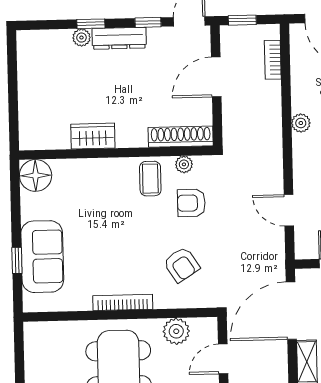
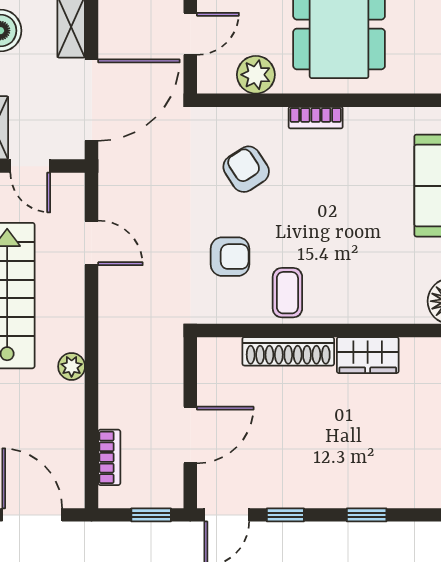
plant: (81, 38) -> (380, 496), removed
dresser: (119, 38) -> (327, 493), removed
shoe rack: (181, 137) -> (288, 351), moved
plant: (184, 164) -> (239, 312), removed
bookcase: (123, 302) -> (316, 118), width x0.64

